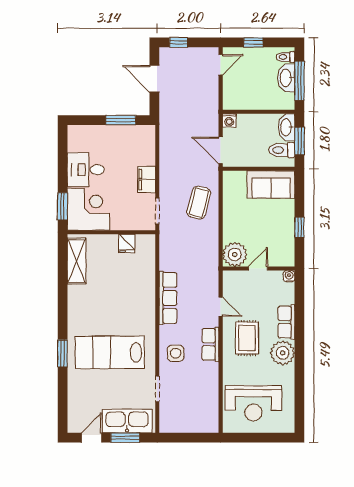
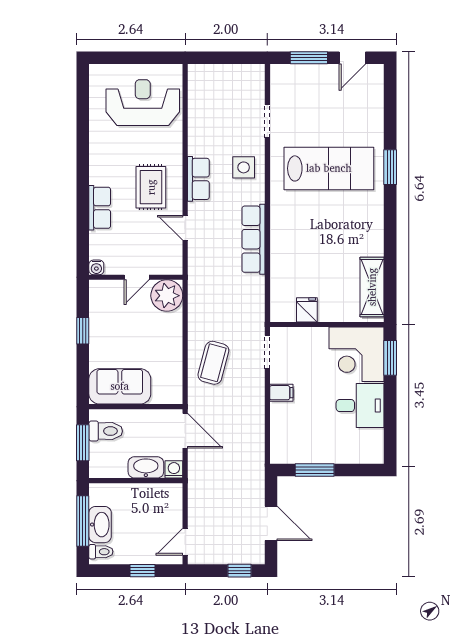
washbasin: (286, 127) -> (146, 467), moved, turned -90
filing cabinet: (146, 180) -> (281, 393), width x0.50
plant: (283, 353) -> (105, 168), removed
kitchen sink: (127, 421) -> (307, 80), removed

